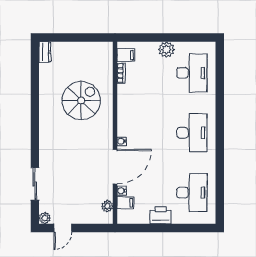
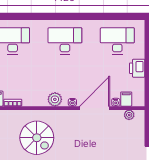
spiral stairs: (81, 101) -> (37, 138), turned 180
plant: (125, 121) -> (55, 99), added
door: (115, 167) -> (95, 108), hinge flipped

